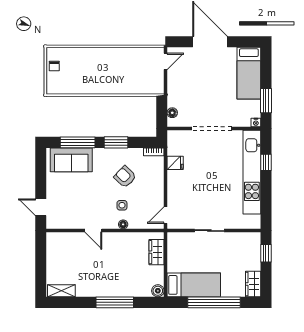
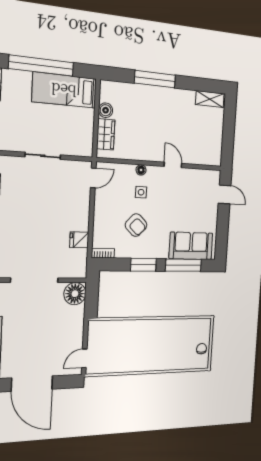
floor lamp: (172, 113) -> (75, 294), width x1.89, depth x1.89
boiler: (158, 291) -> (106, 110), moved

